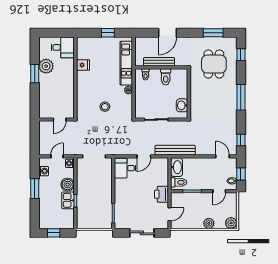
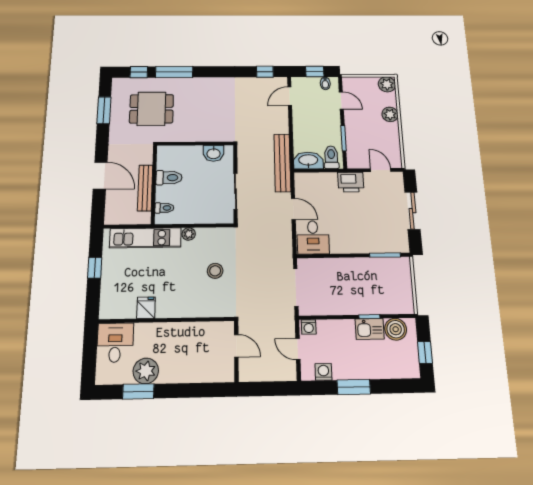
window: (35, 74) -> (138, 391), moved
window: (241, 97) -> (174, 72), moved
boiler: (68, 185) -> (396, 329), moved

